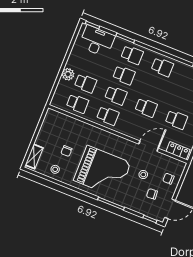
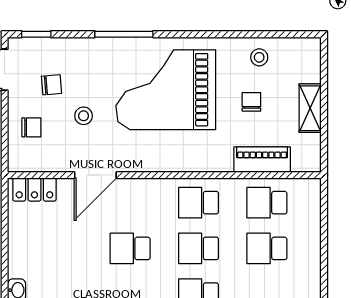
plant: (68, 74) -> (308, 252), removed
school desk: (176, 120) -> (62, 248), removed
piano: (72, 124) -> (262, 160), added
shelving: (34, 156) -> (310, 108), moved

